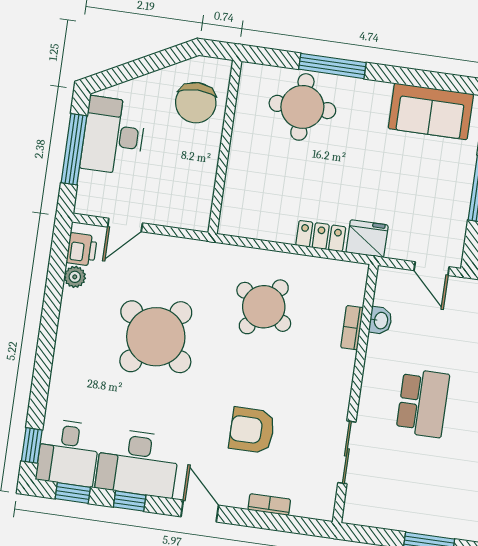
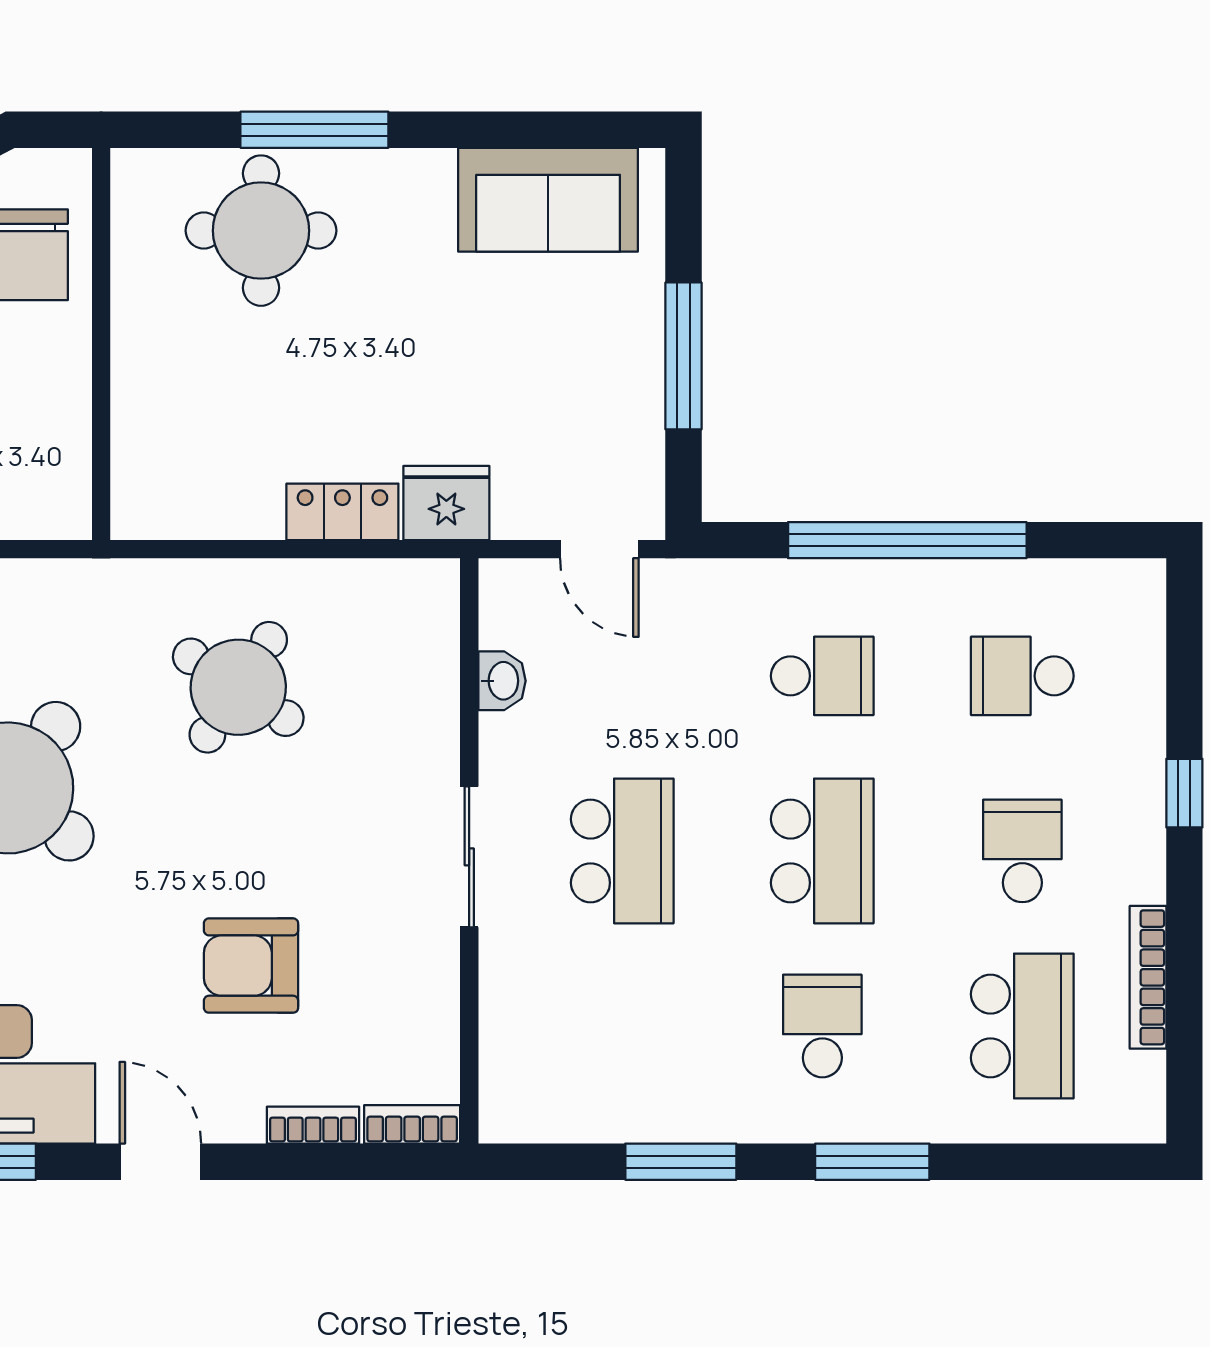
bookcase: (352, 328) -> (412, 1124), moved, turned 90
sliding door: (347, 452) -> (469, 857), moved

